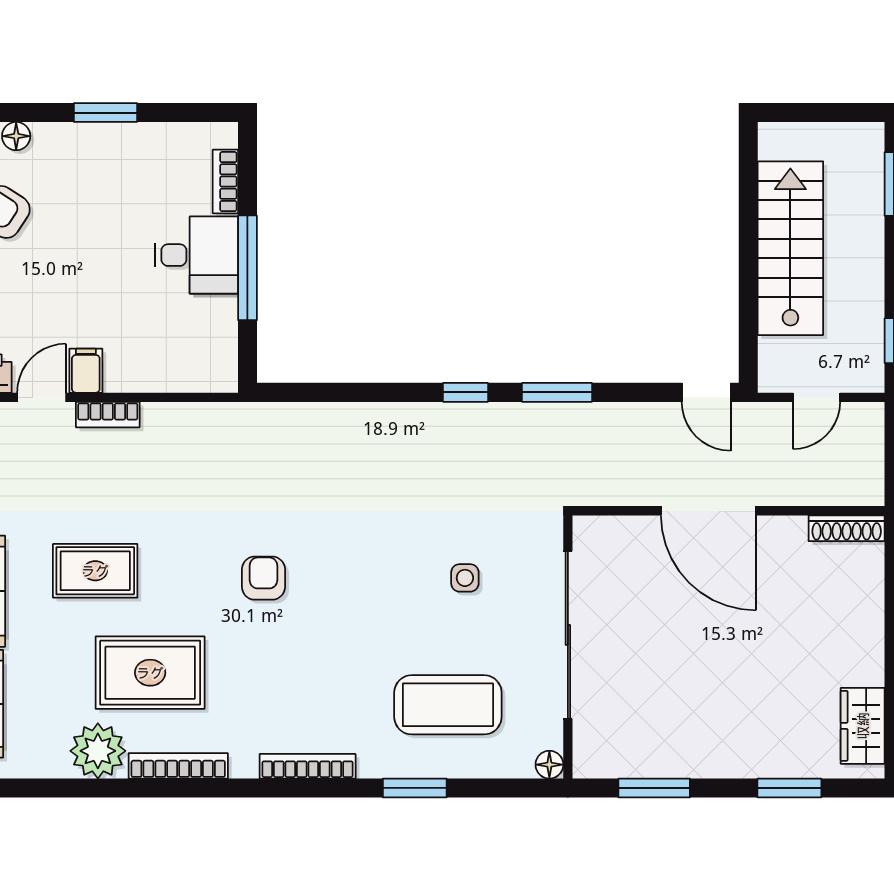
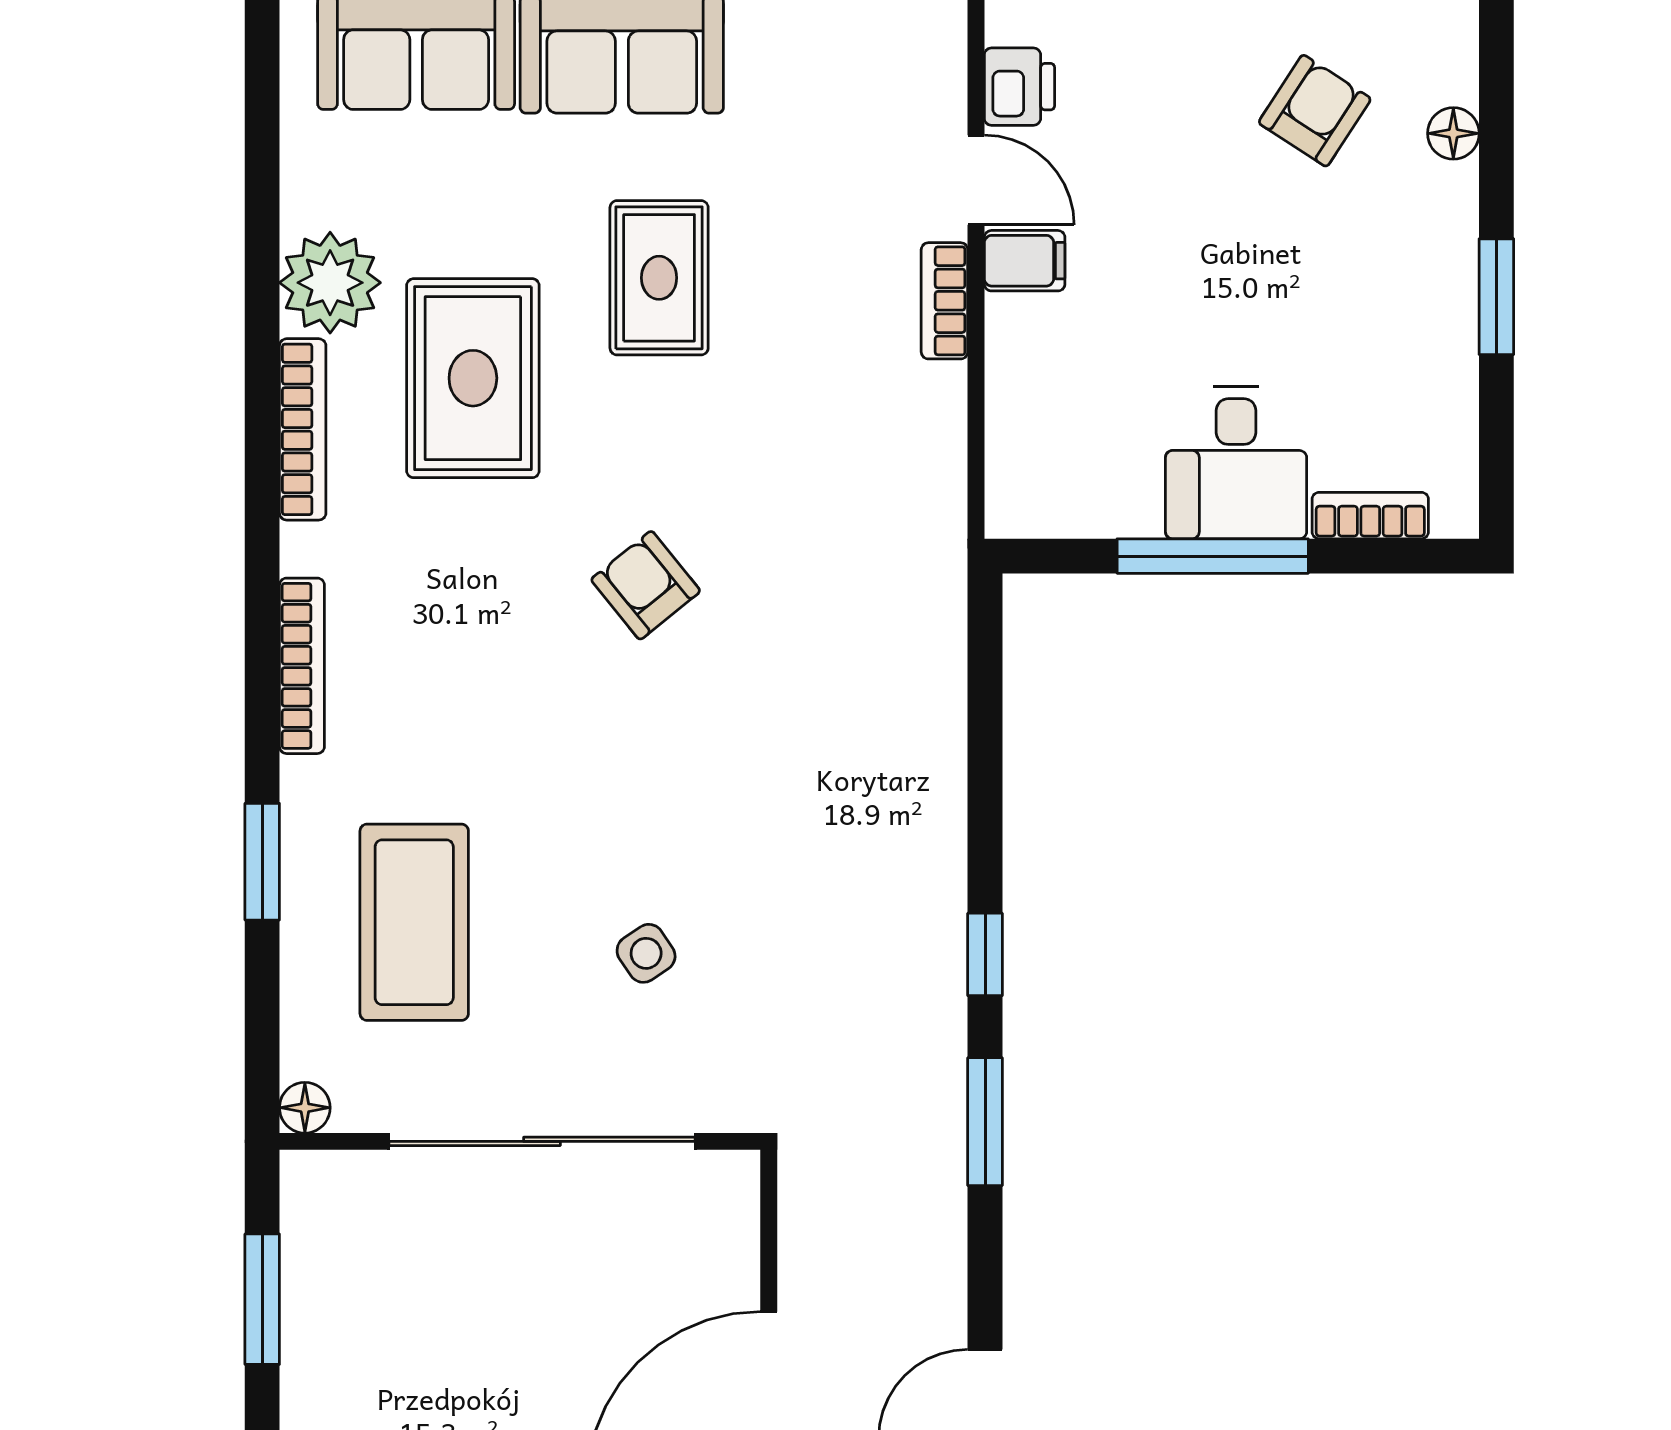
armchair: (263, 578) -> (646, 585), turned -129
side table: (465, 578) -> (646, 953), turned -34

